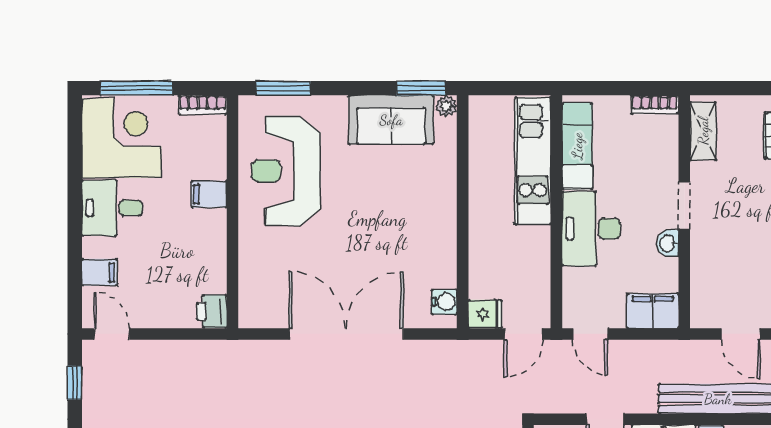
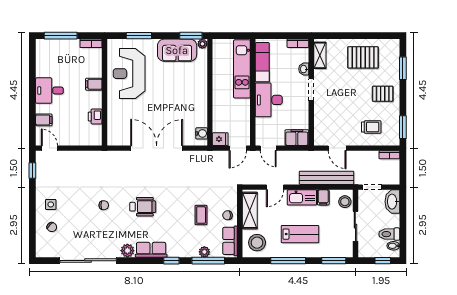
window: (283, 88) -> (139, 36), moved
corner desk: (122, 138) -> (54, 59), removed
washbasin: (668, 243) -> (304, 69), moved
printer: (212, 311) -> (95, 117), moved

